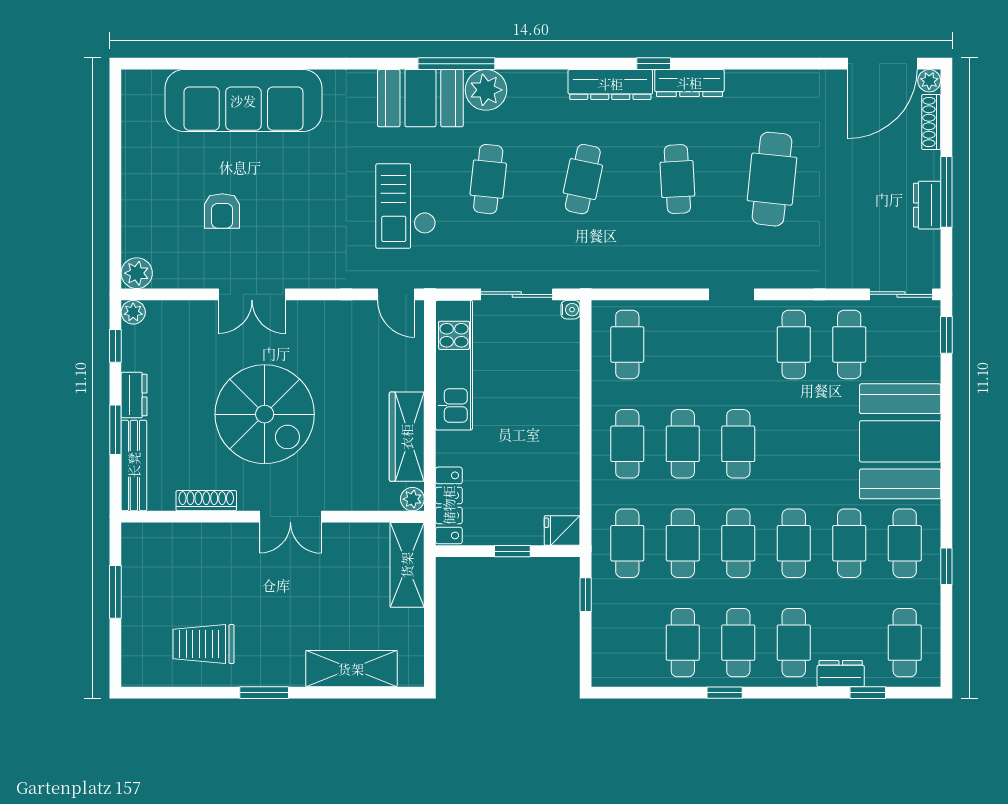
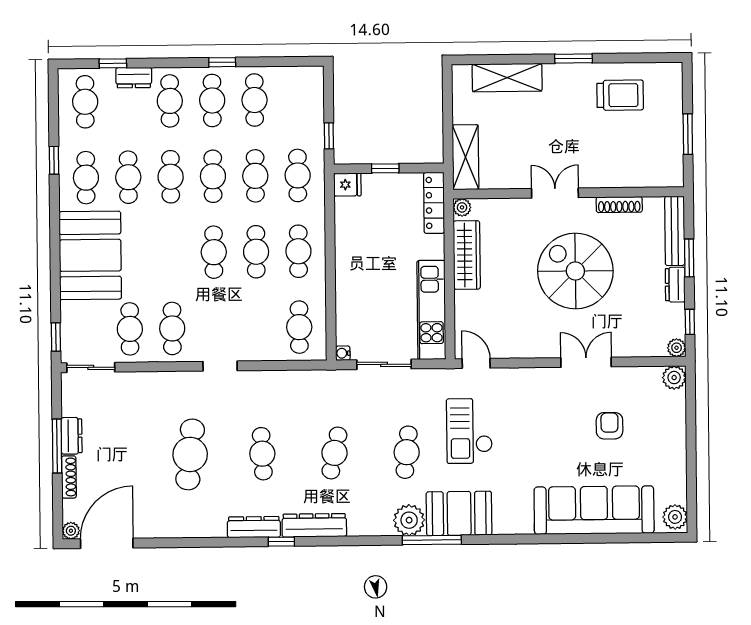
plant: (137, 91) -> (675, 517), added
shoe rack: (931, 122) -> (69, 477), moved
checkout: (406, 206) -> (469, 431), turned 180

